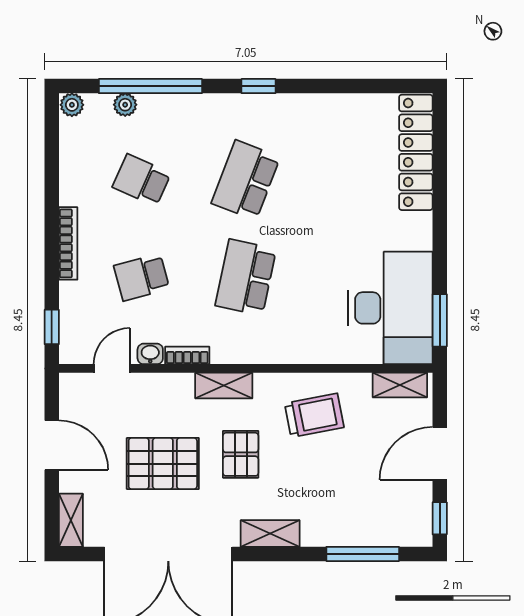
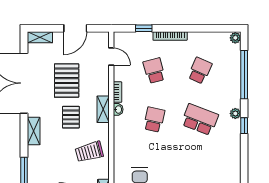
plant: (125, 105) -> (235, 113), moved
school desk: (246, 277) -> (154, 120), width x0.54
window: (52, 327) -> (144, 28), moved
washbasin: (150, 354) -> (118, 109), moved
trolley: (314, 415) -> (89, 152), turned 86
pallet: (241, 454) -> (71, 117), turned 90

